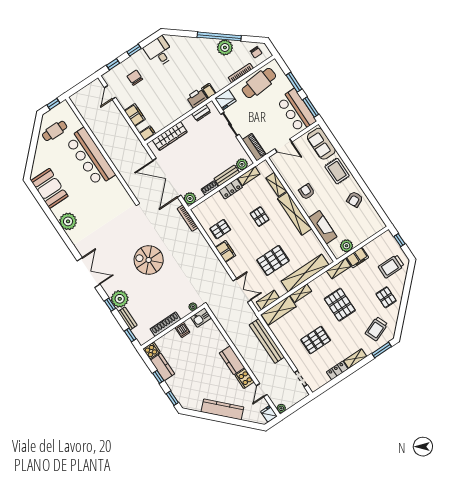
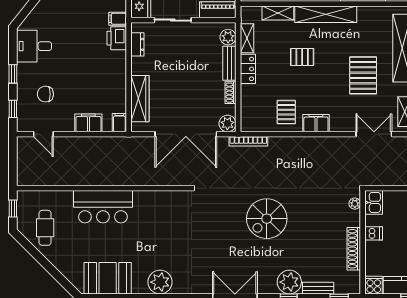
bar counter: (90, 157) -> (103, 207), width x0.73

